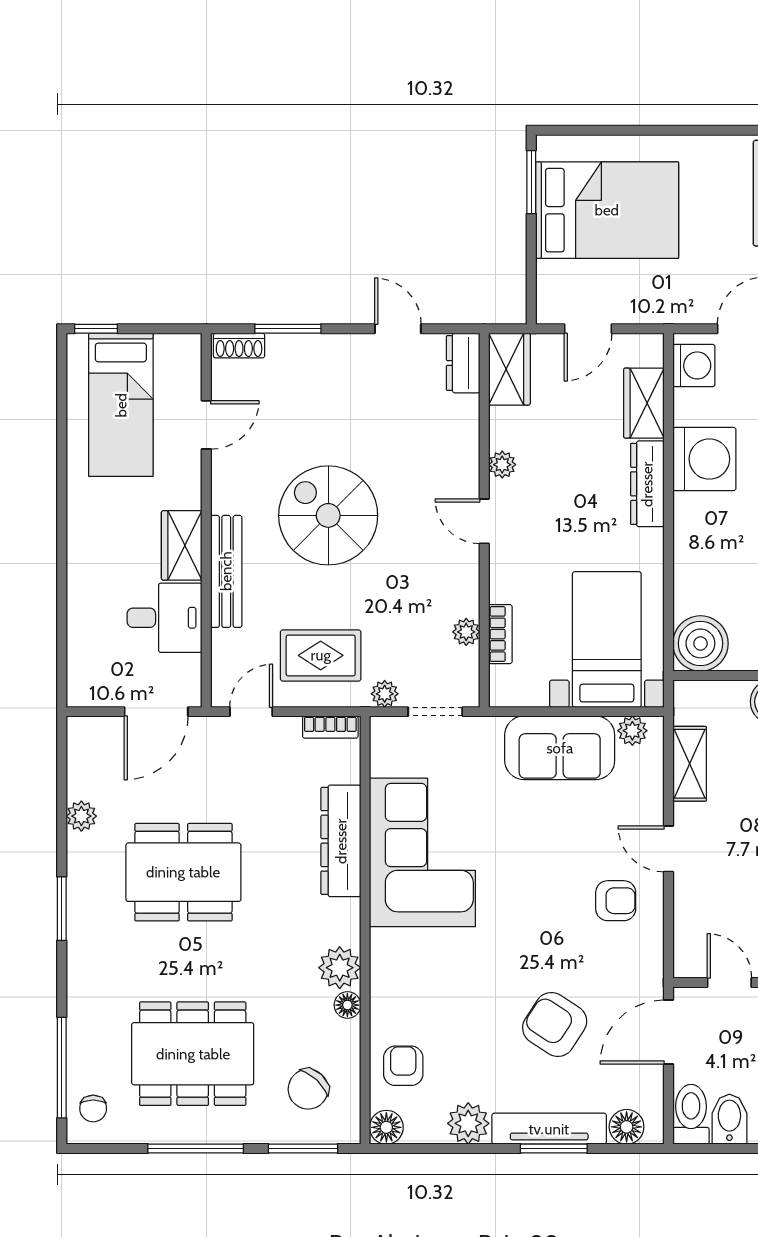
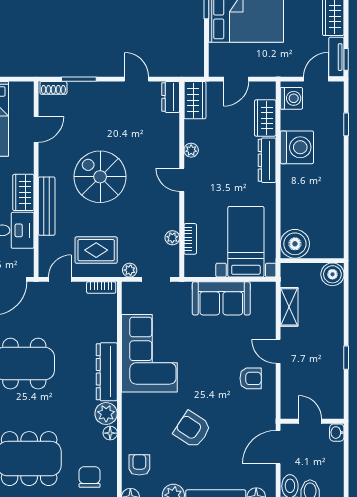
plant: (632, 731) -> (259, 289), removed
dresser: (341, 841) -> (107, 372), moved
armchair: (555, 1024) -> (192, 429), moved
chair: (308, 1089) -> (90, 477), turned 137

